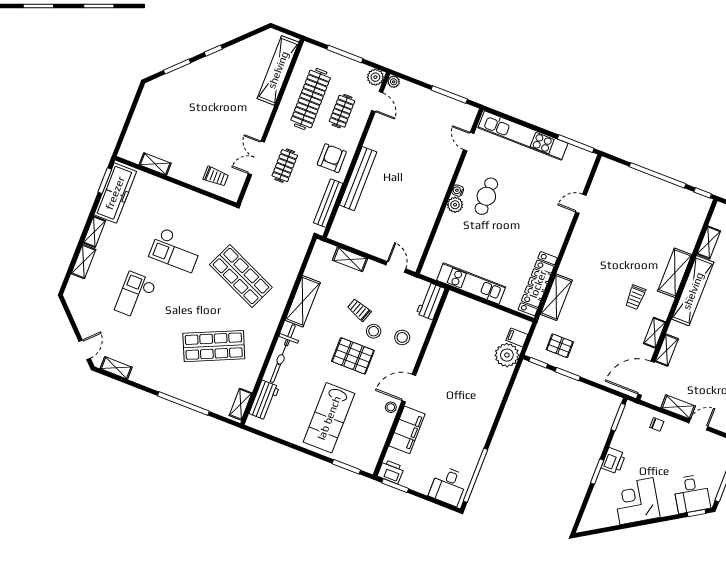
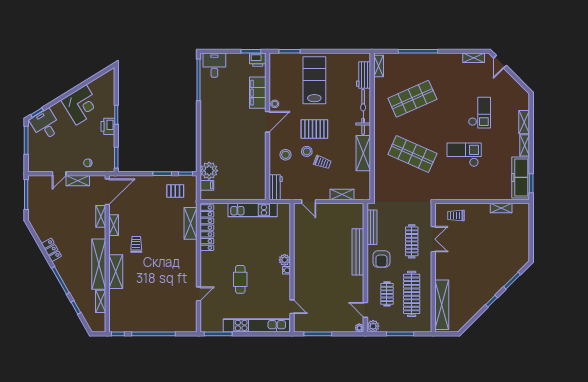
clothes rail: (285, 166) -> (412, 241), width x1.36
cafe table: (486, 196) -> (240, 279), moved

